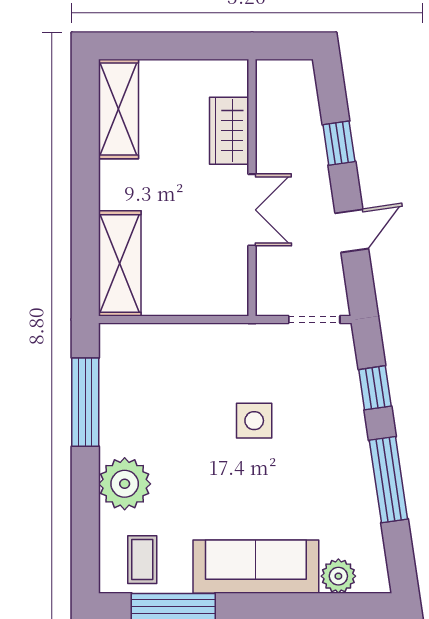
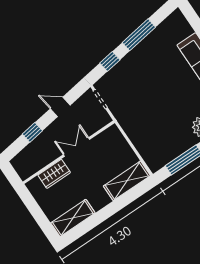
side table: (254, 421) -> (150, 96), removed
plant: (338, 576) -> (185, 29), removed

